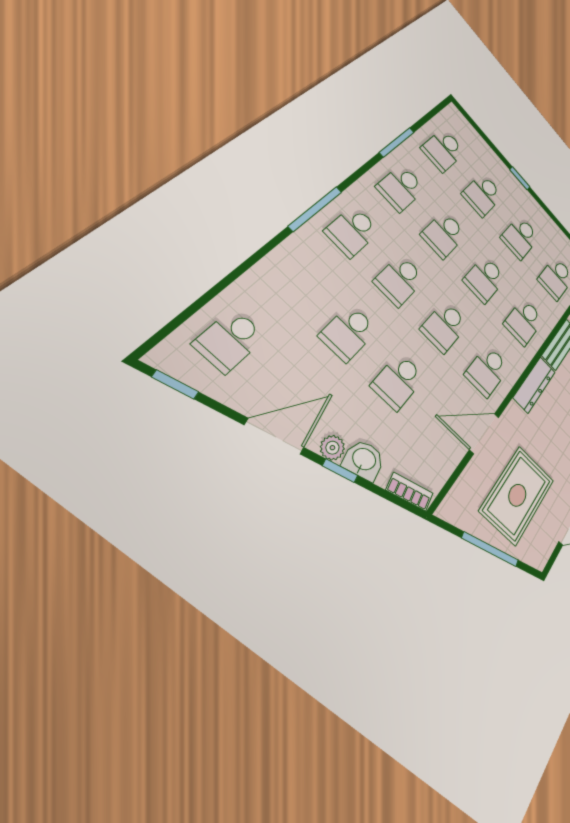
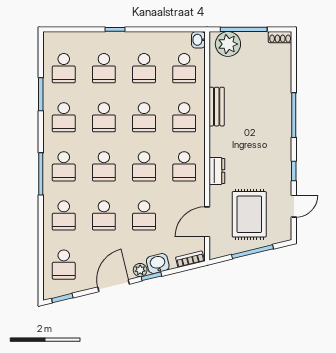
school desk: (296, 281) -> (64, 215), added
dresser: (534, 385) -> (217, 171), moved, width x0.70
door: (484, 433) -> (207, 222), moved

